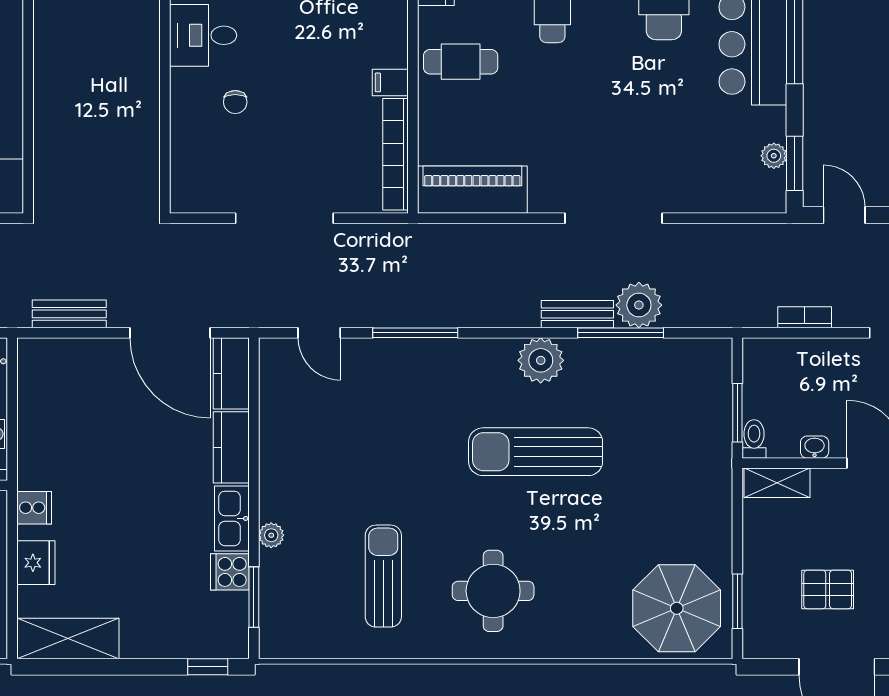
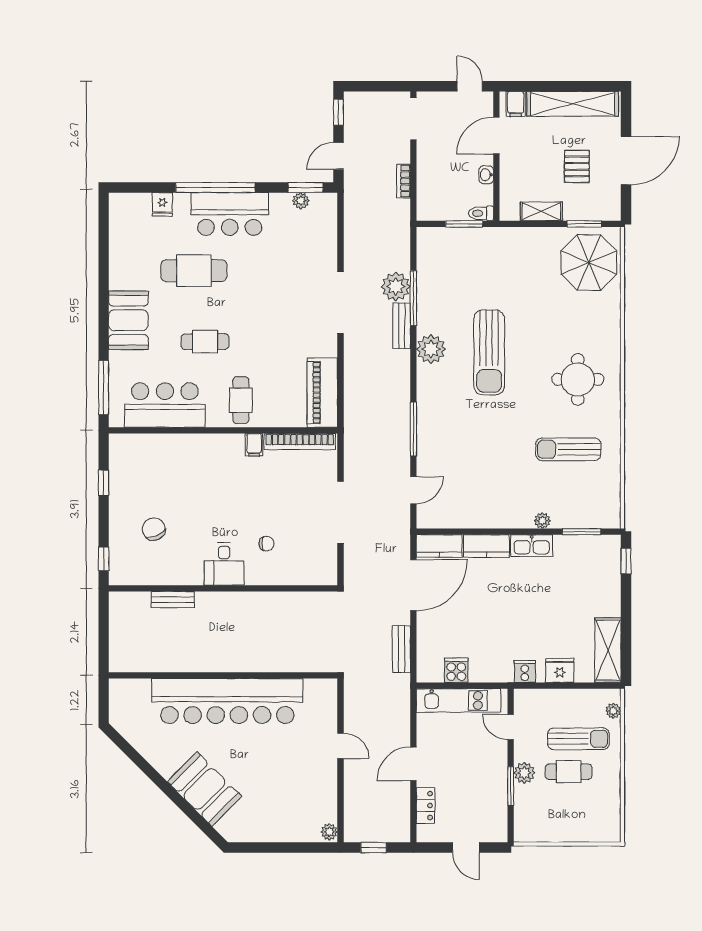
shelving: (777, 483) -> (541, 211), moved, turned 90
cooker: (230, 572) -> (456, 670), moved, turned 180

